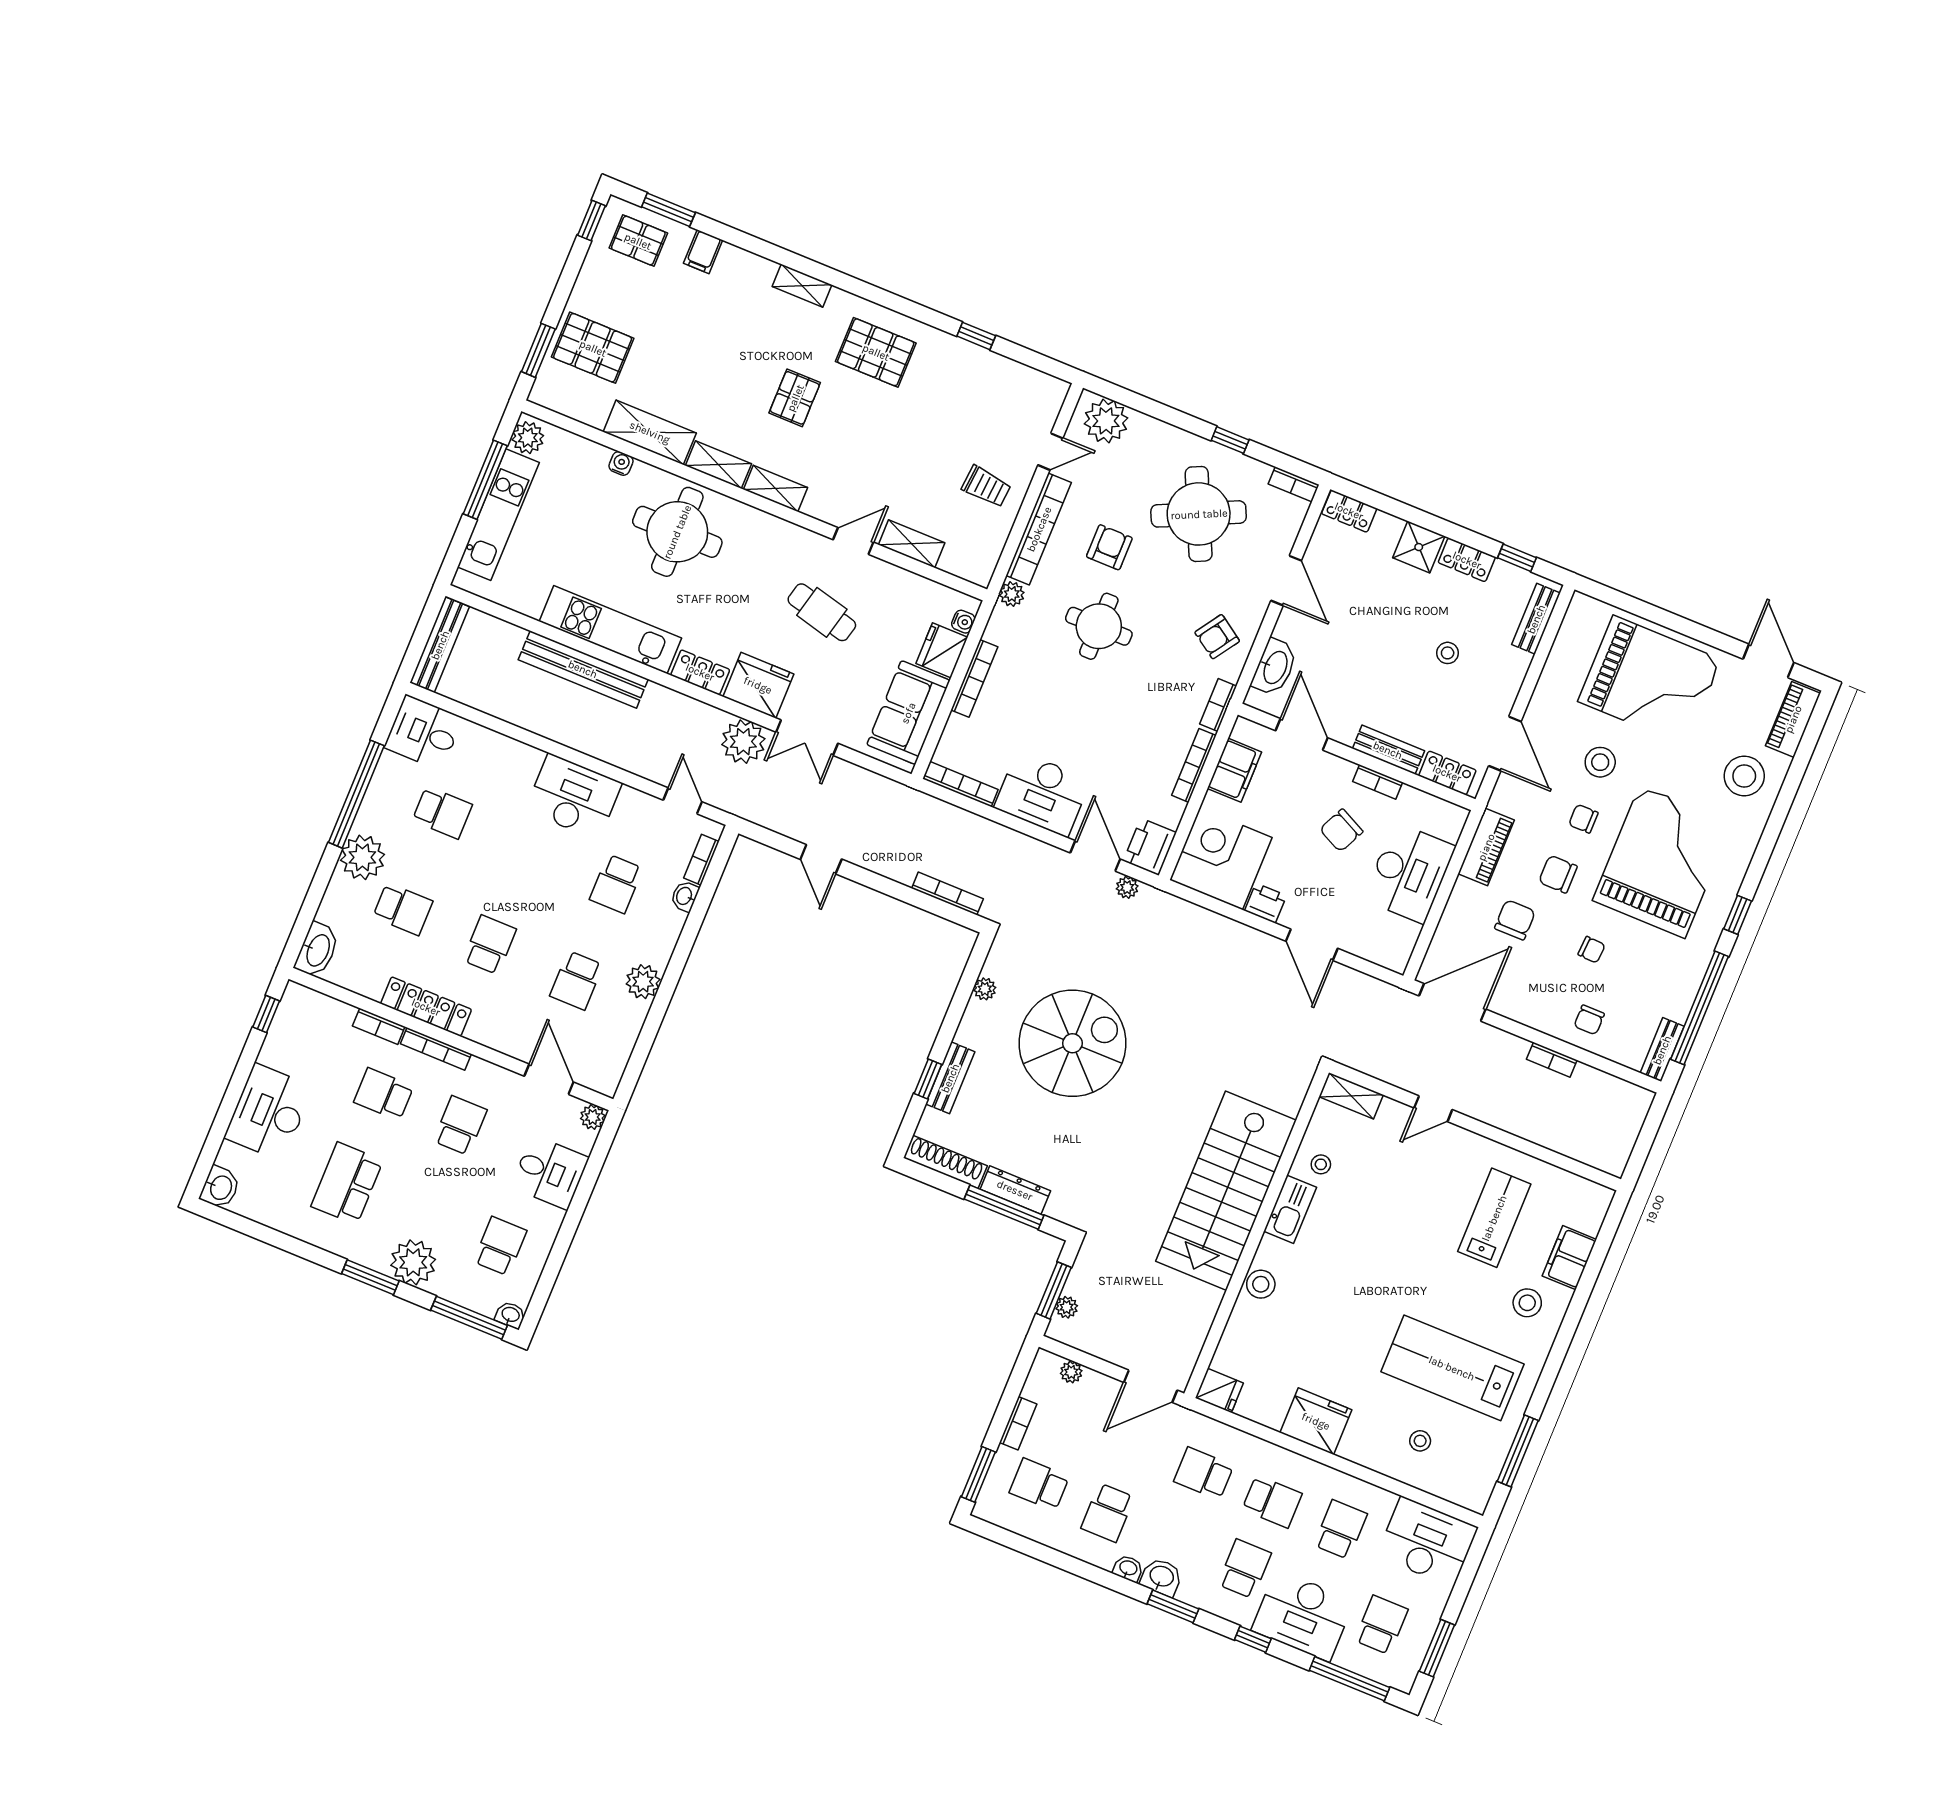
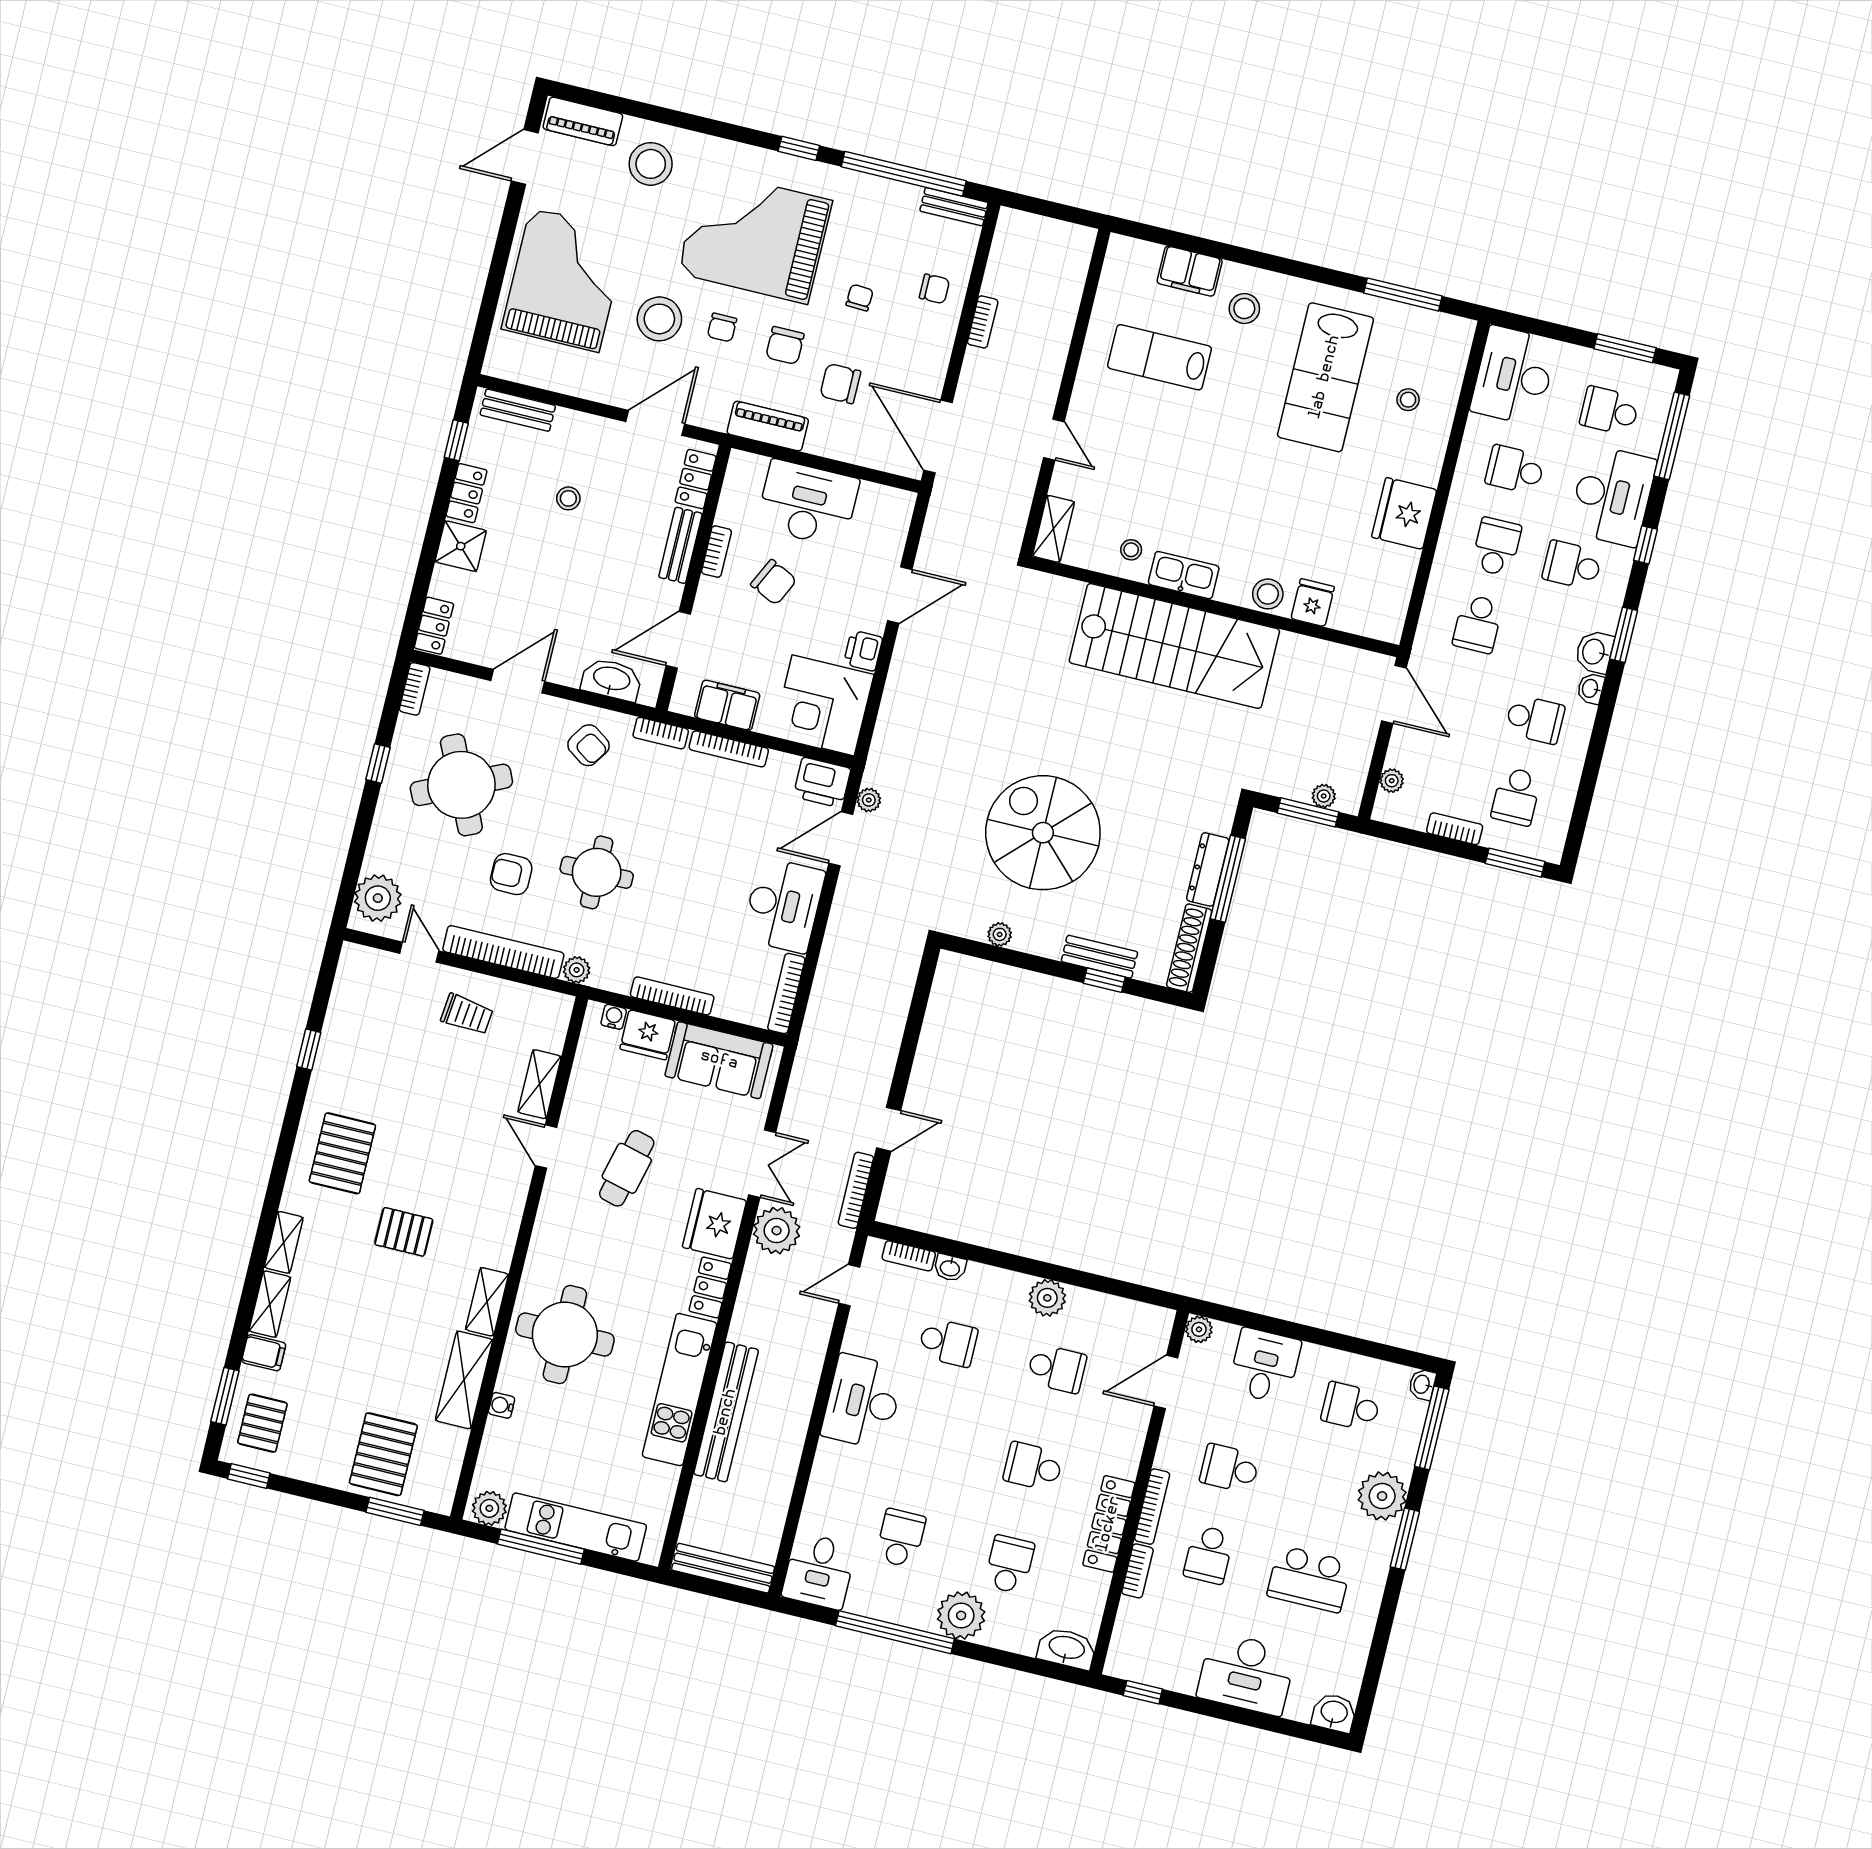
trolley: (986, 487) -> (467, 1014), turned 91
shelving: (776, 488) -> (270, 1304), moved
stool: (1600, 762) -> (659, 319), width x1.38, depth x1.38
bookcase: (948, 894) -> (856, 1190), moved
fridge: (1219, 1390) -> (1313, 603), moved

